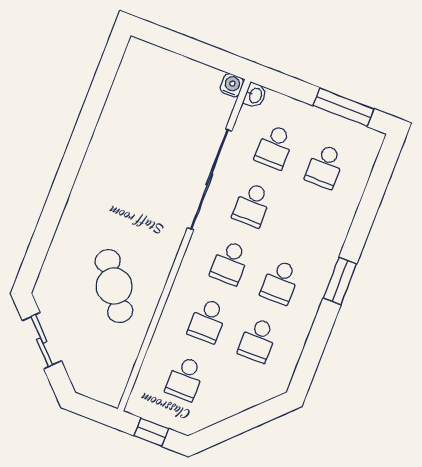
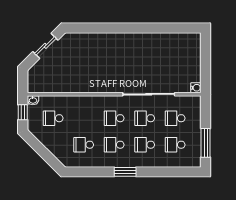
washbasin: (255, 95) -> (33, 100), moved
cafe table: (114, 286) -> (83, 69), removed
school desk: (207, 321) -> (145, 145), moved

